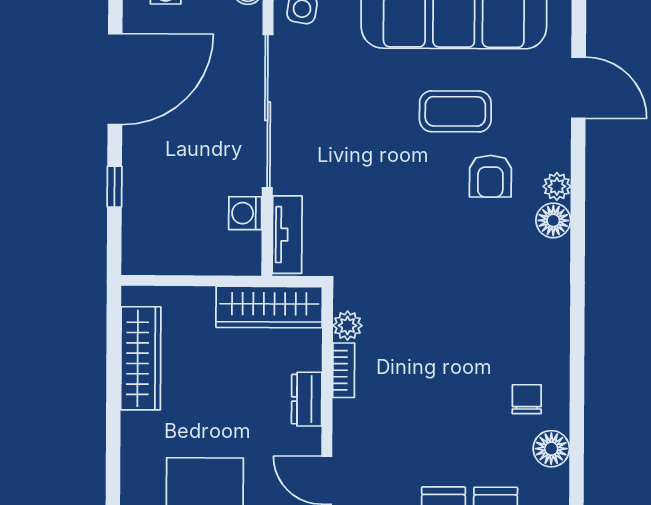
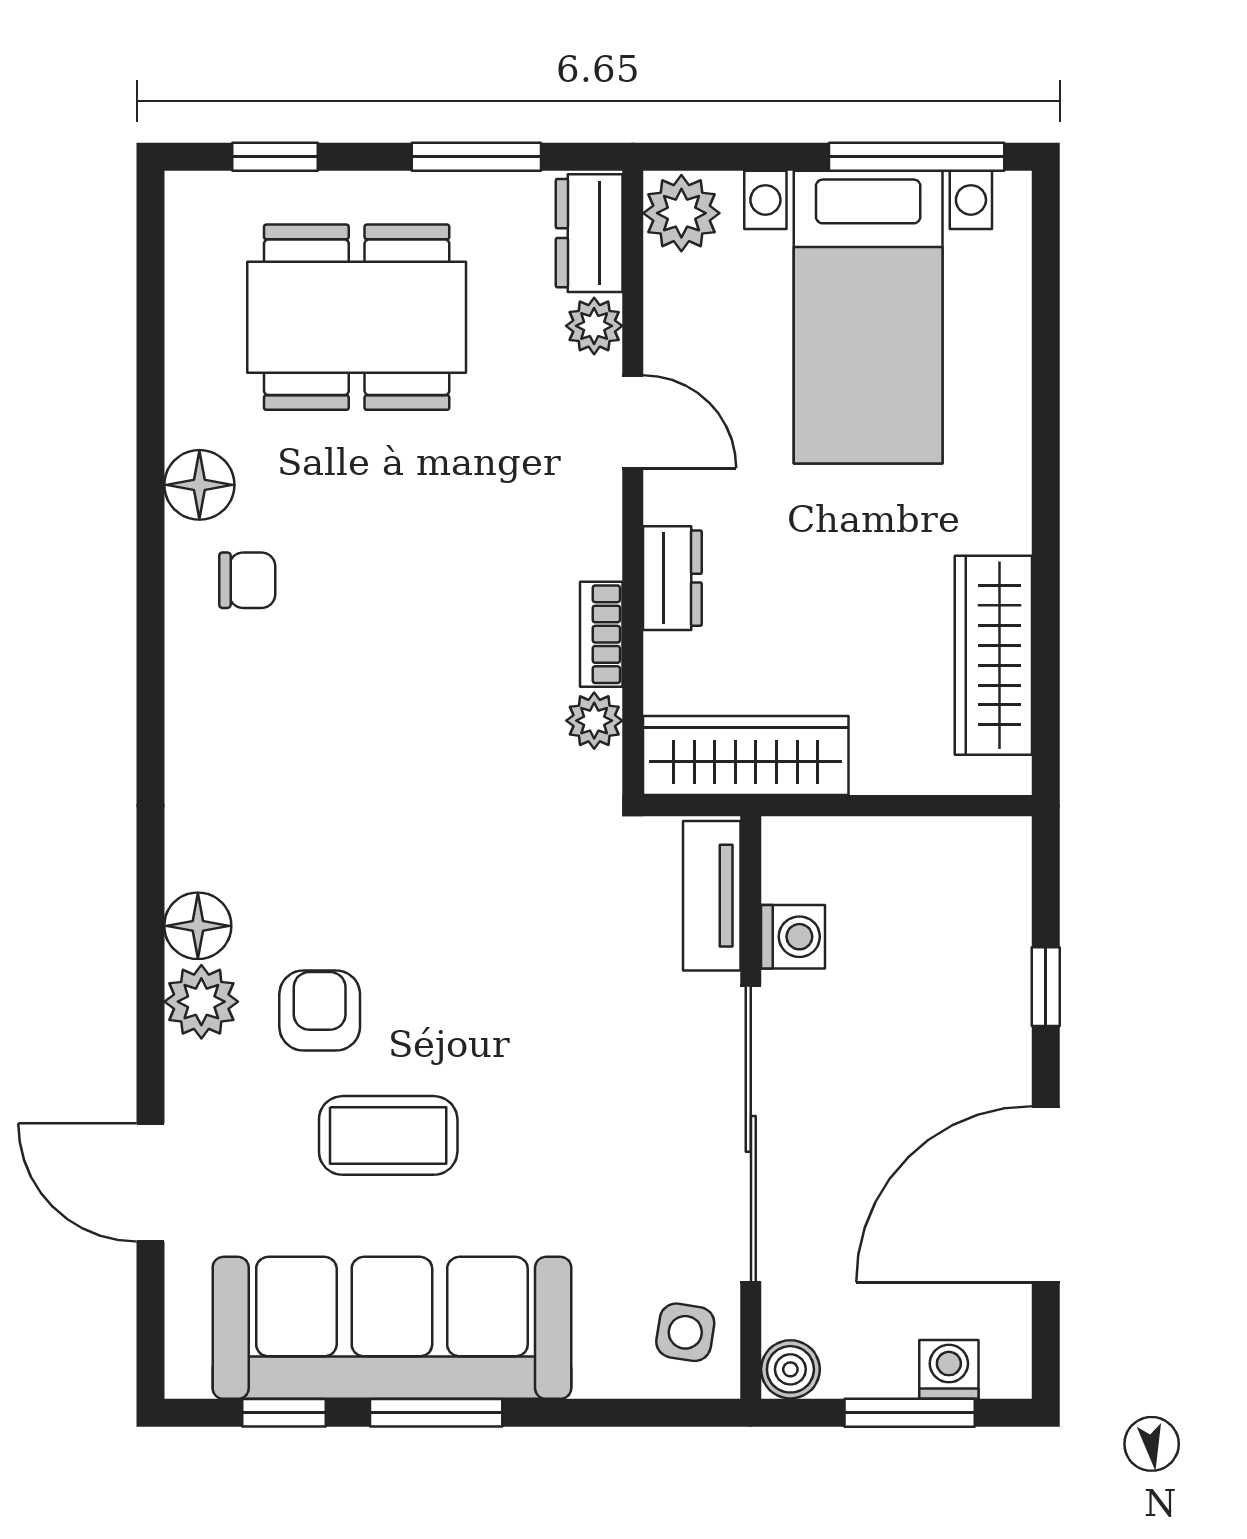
plant: (557, 186) -> (201, 1002), width x1.38, depth x1.38
chair: (527, 399) -> (247, 580), turned -90

